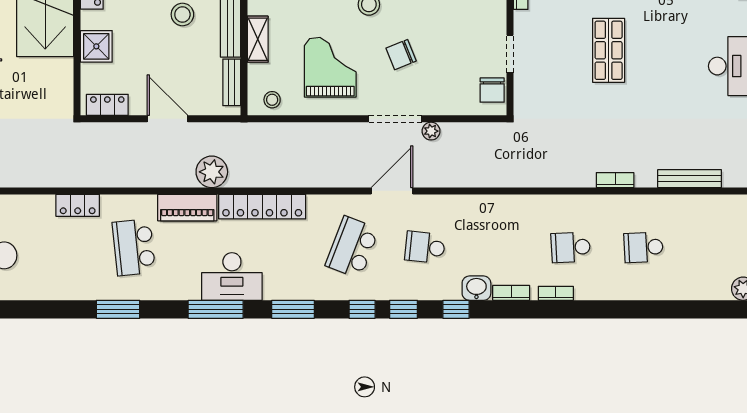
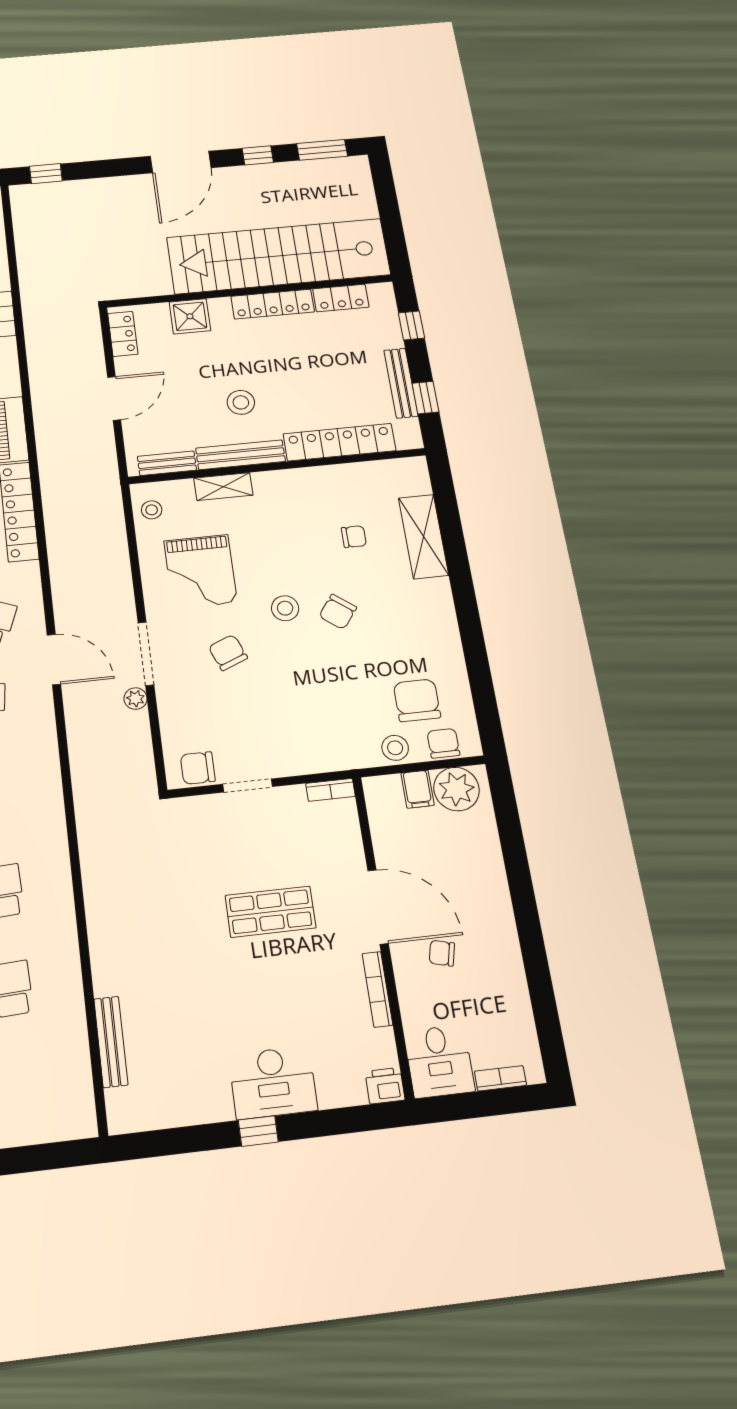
grand piano: (330, 67) -> (201, 572), turned 90
plant: (212, 172) -> (56, 452), removed
bookcase: (615, 180) -> (98, 940), removed

